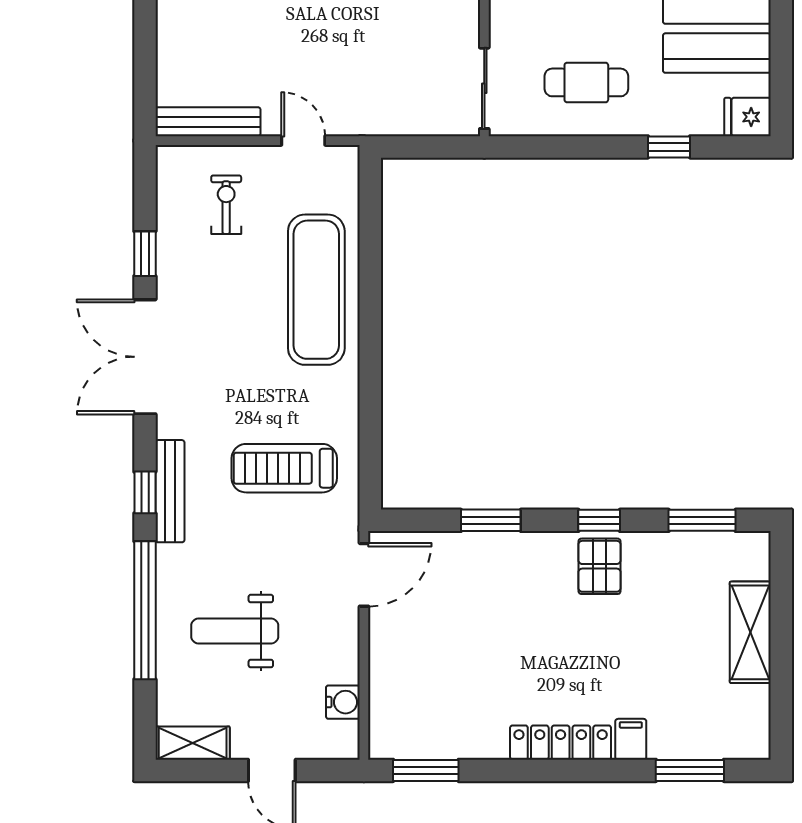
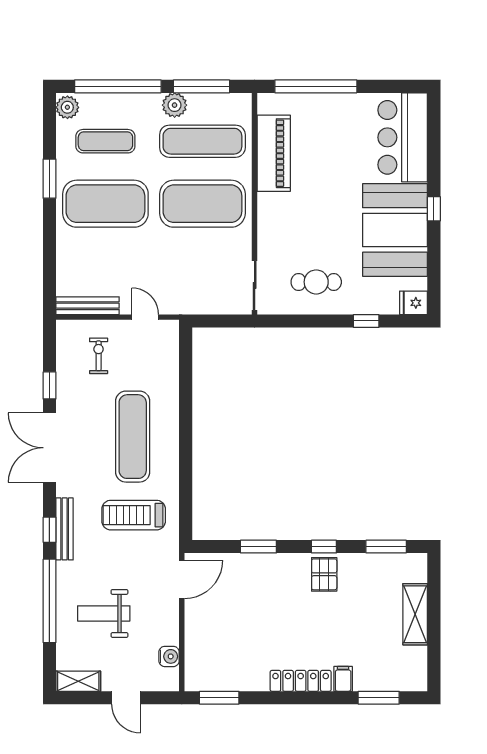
exercise mat: (316, 290) -> (133, 437), moved

